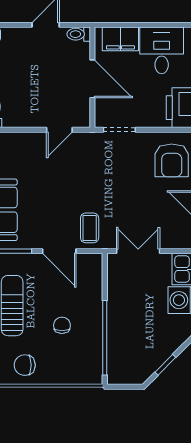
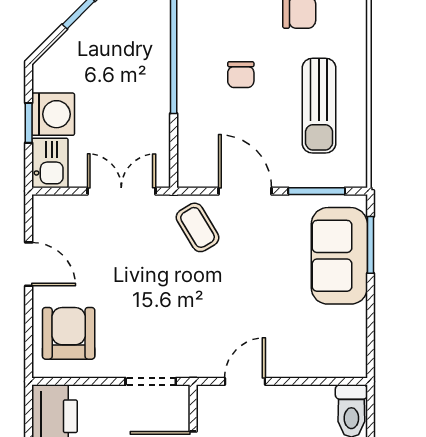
coffee table: (90, 228) -> (198, 227), turned -31
double door: (138, 251) -> (121, 191), swing flipped

